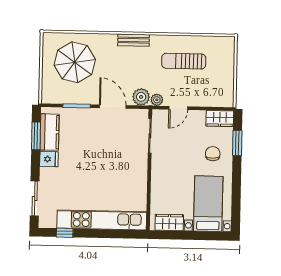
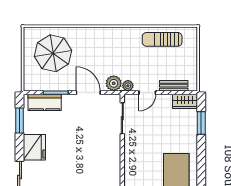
bench: (134, 40) -> (174, 86), moved
sun lounger: (184, 61) -> (162, 39), moved
kitchen counter: (50, 132) -> (45, 102), moved, turned 90
chair: (213, 154) -> (179, 133), removed
fridge: (49, 159) -> (34, 147), width x1.88, depth x1.34

